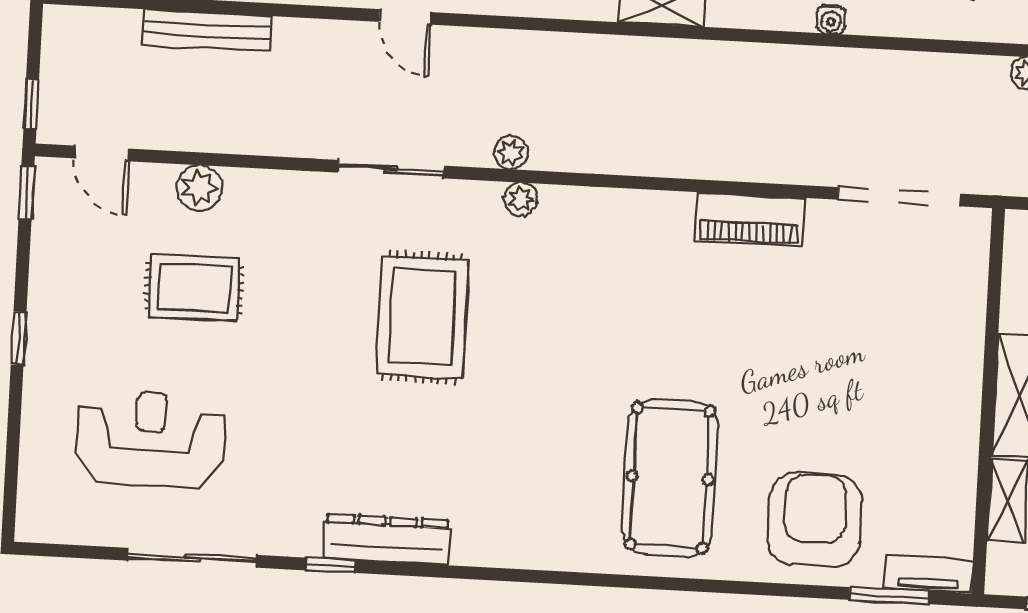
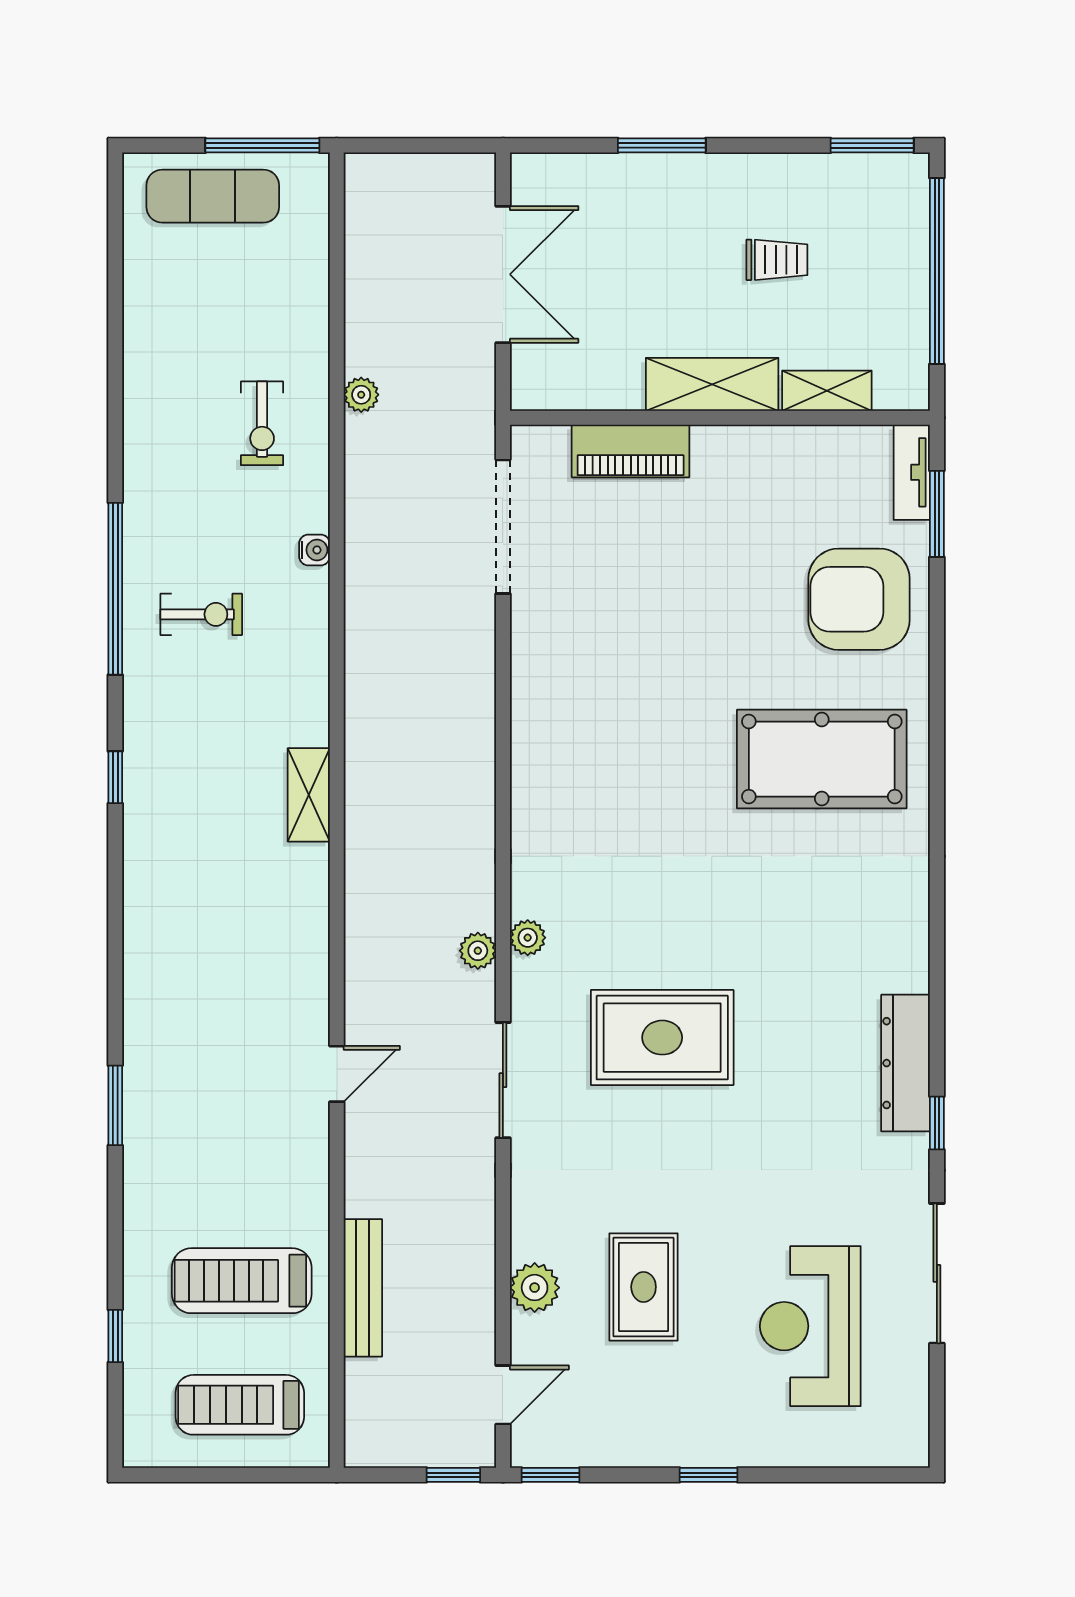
water cooler: (831, 20) -> (314, 550), moved
piano: (750, 219) -> (631, 451), moved, turned 90

